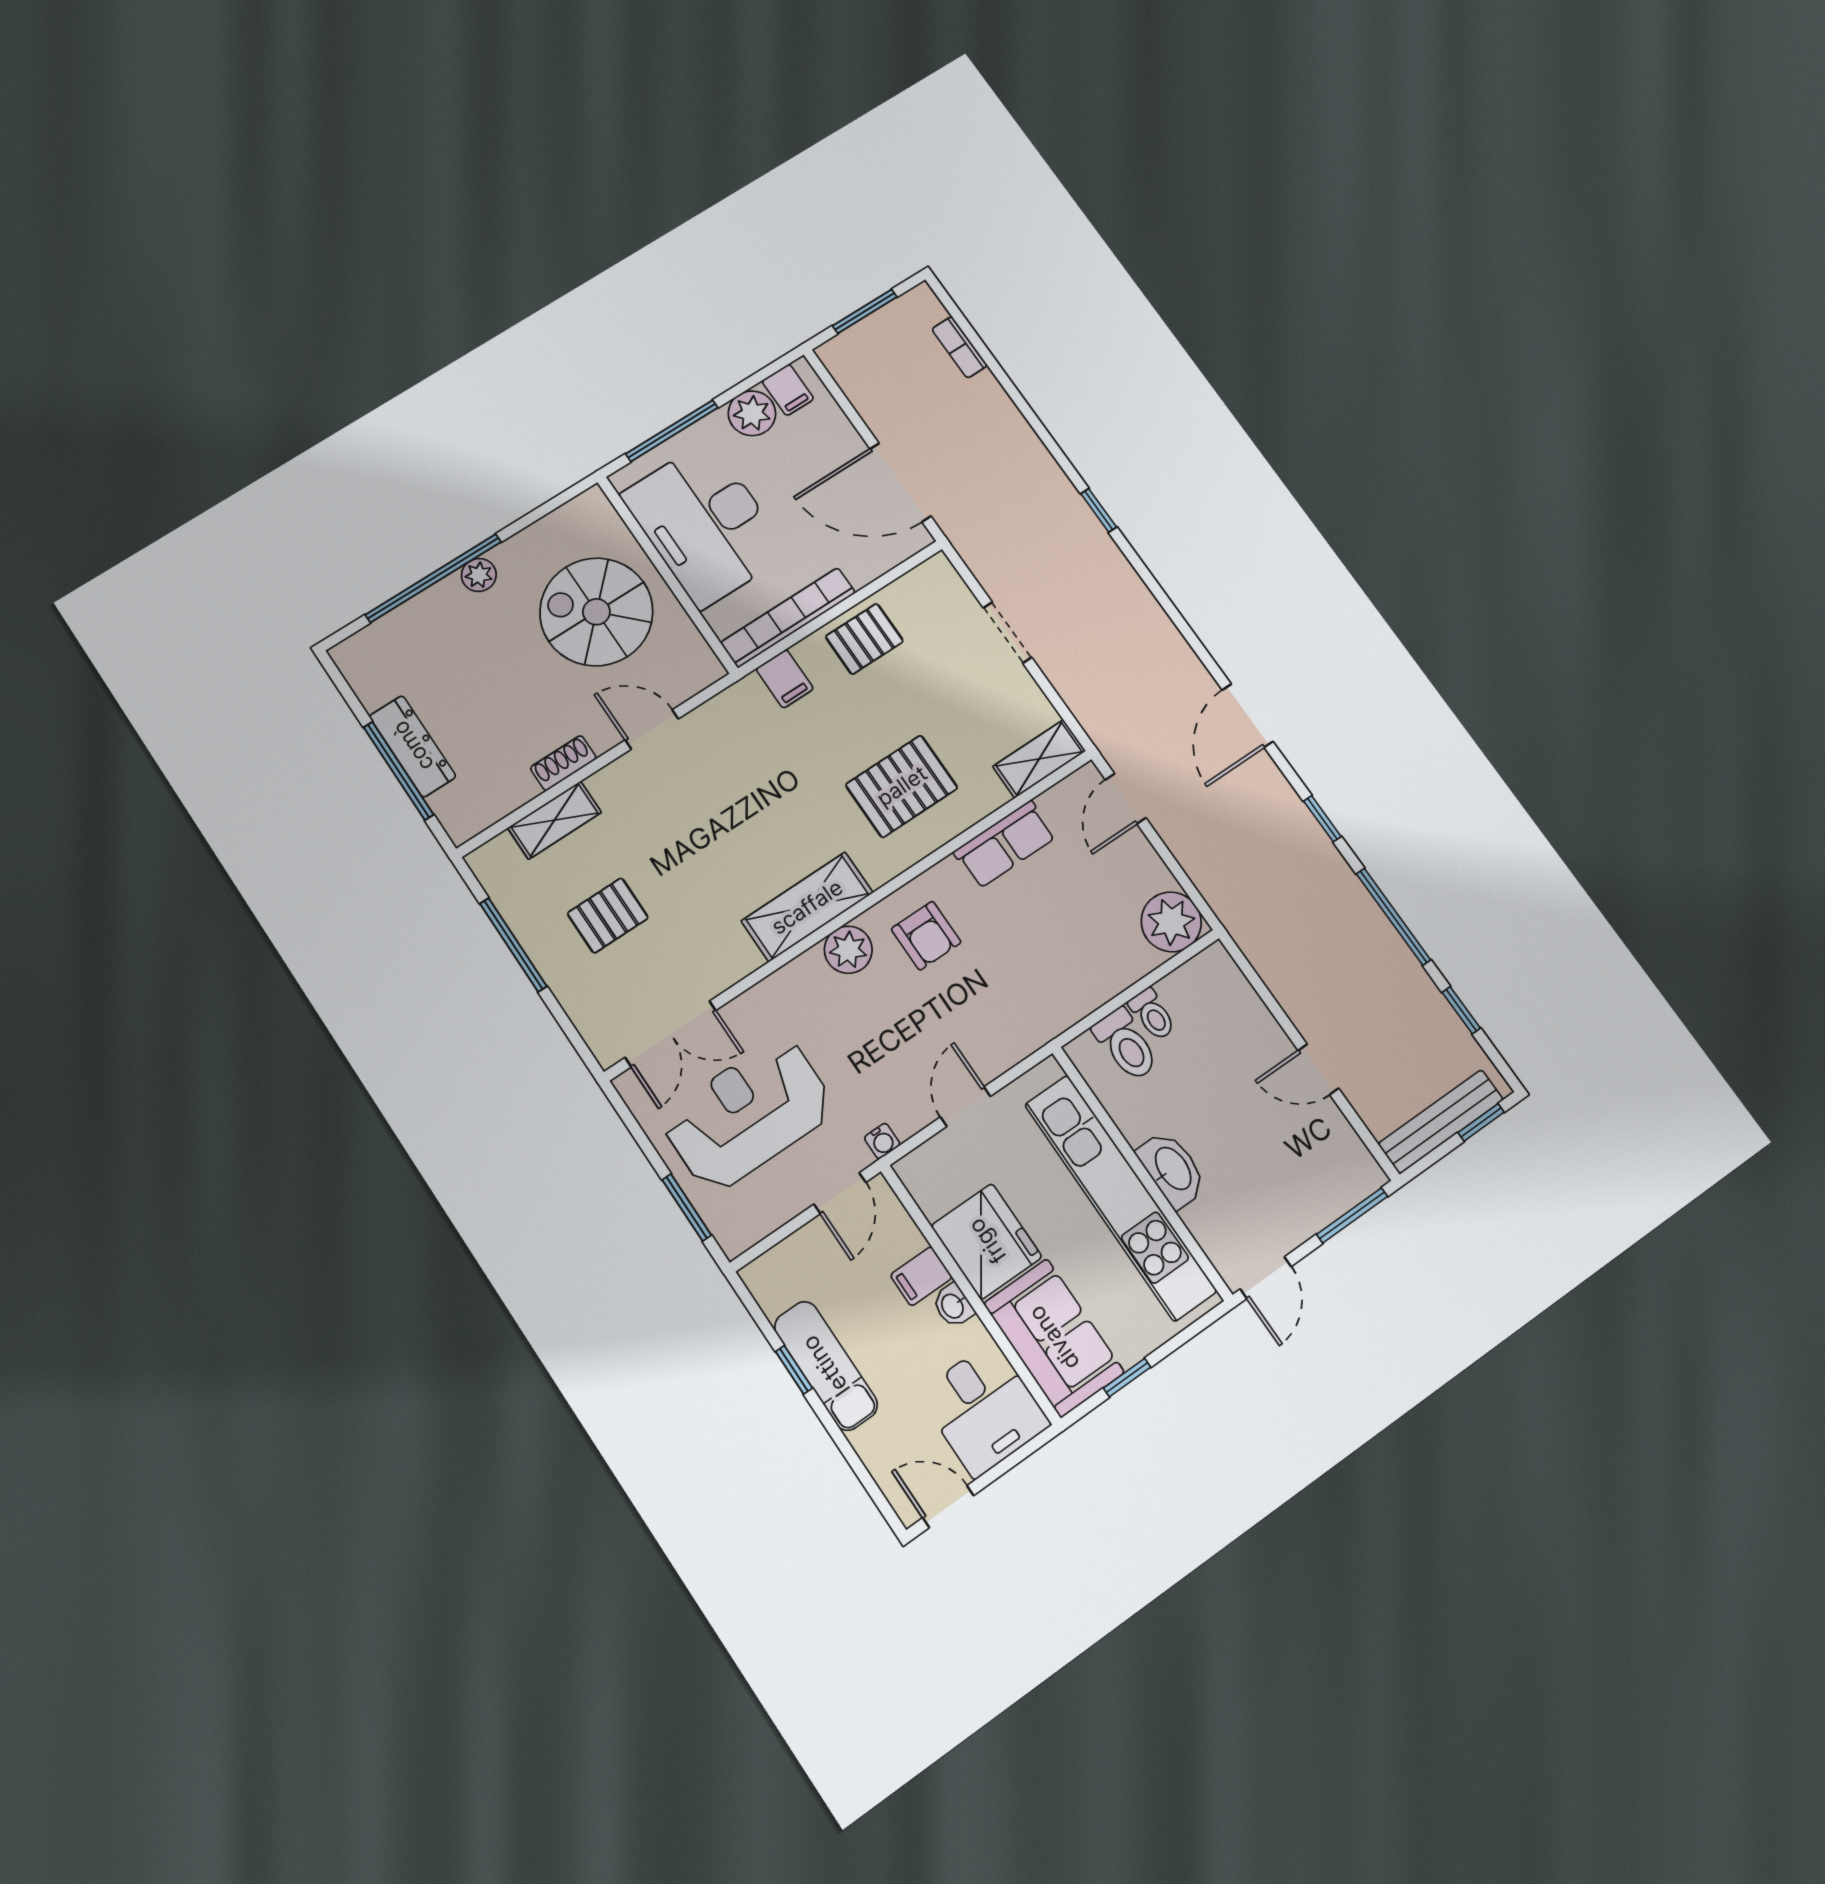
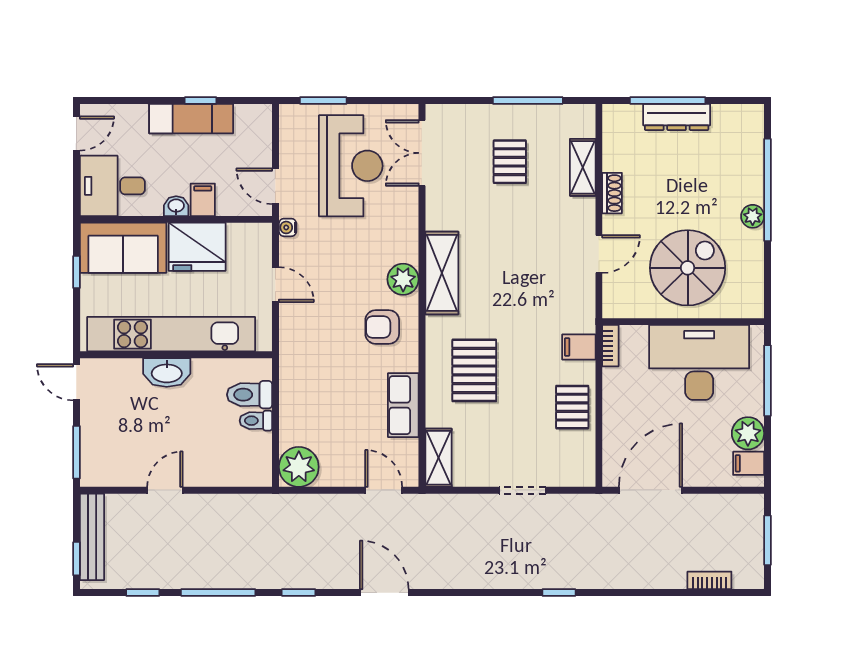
bookcase: (788, 618) -> (610, 346), width x0.43, depth x0.76

